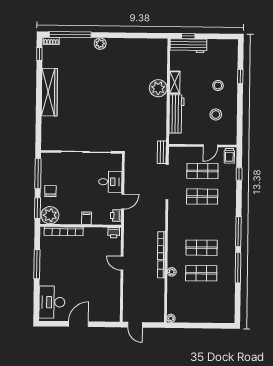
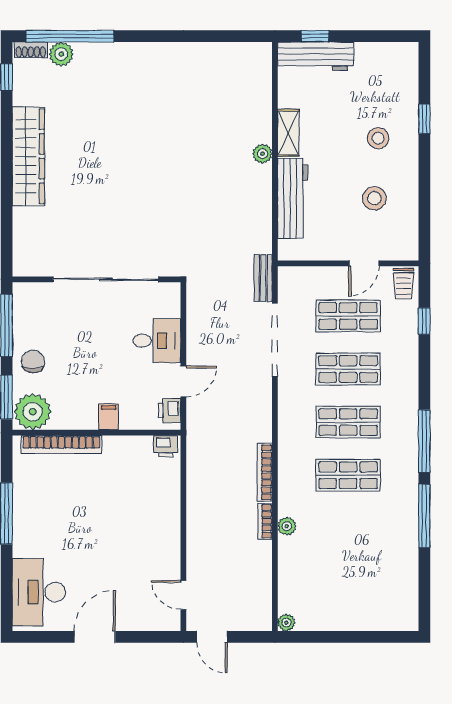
plant: (100, 44) -> (61, 54), moved
plant: (158, 88) -> (262, 154), width x0.53, depth x0.53
door: (122, 263) -> (183, 595), moved
shop shelf: (201, 273) -> (348, 422), moved

